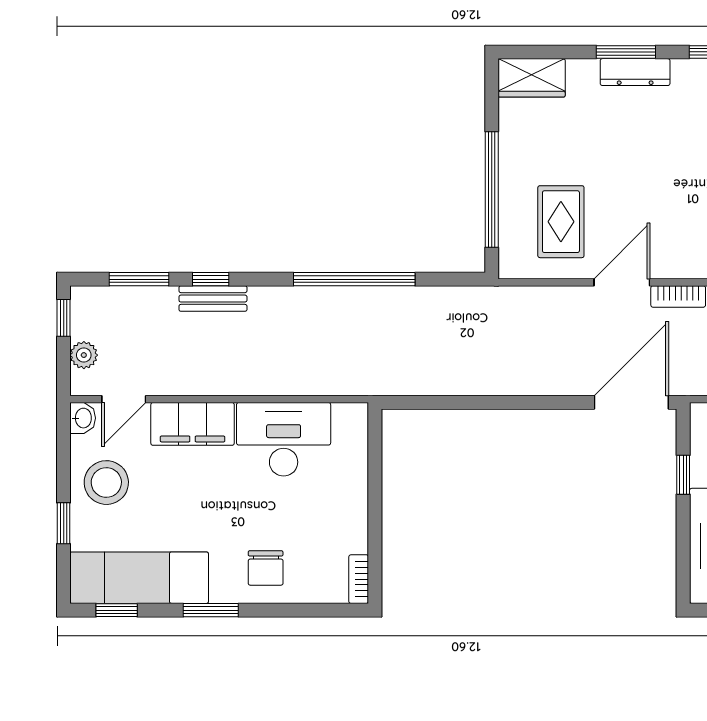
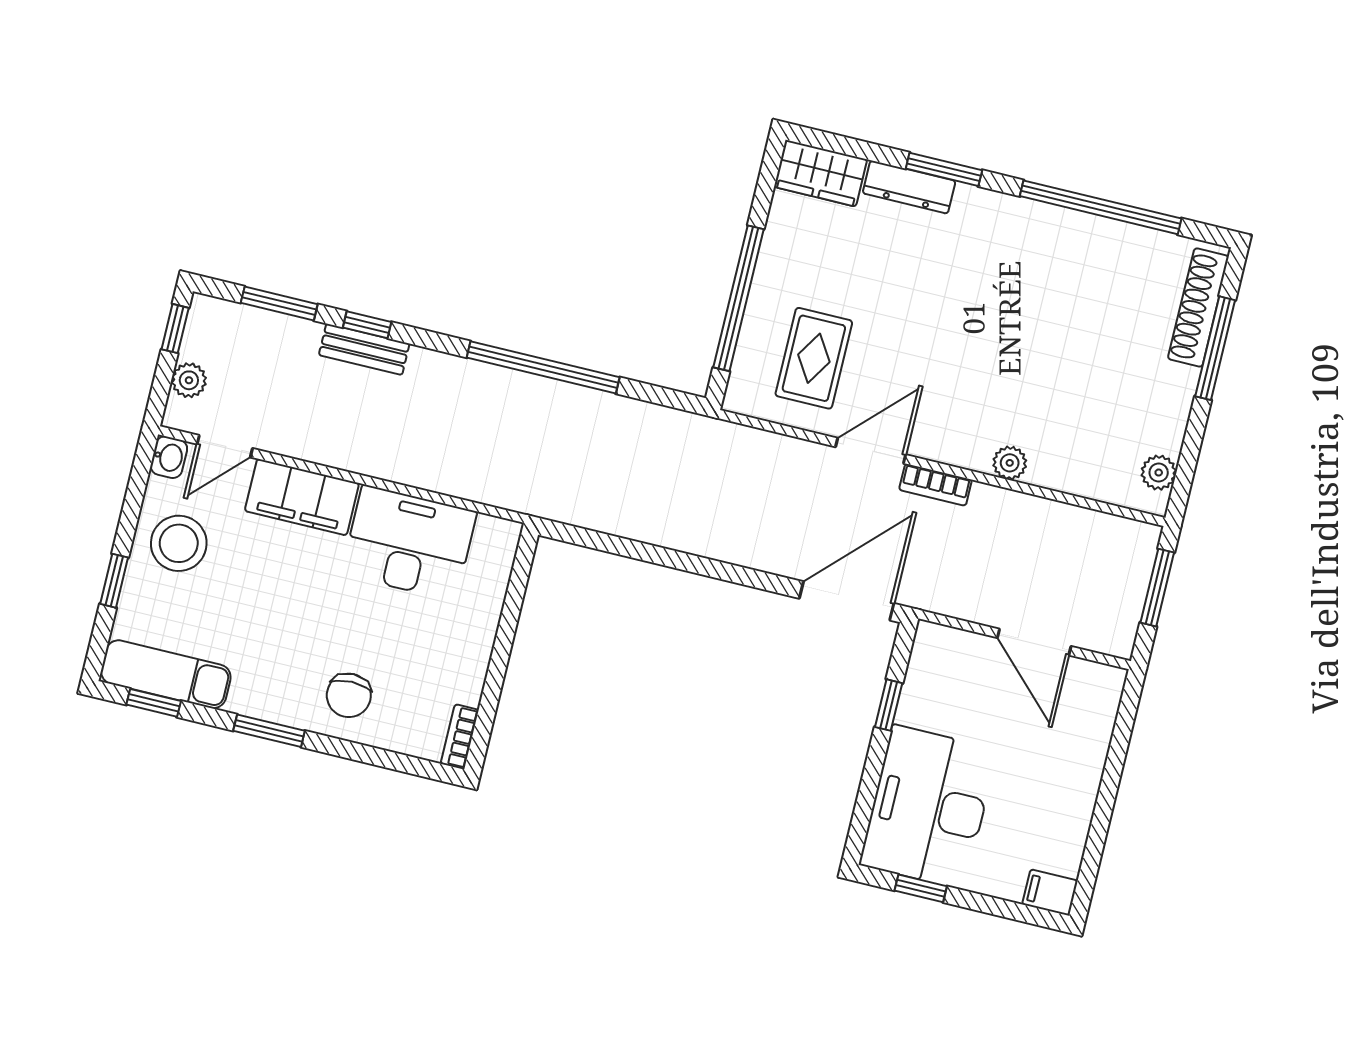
dresser: (635, 72) -> (909, 187), moved
exam couch: (139, 578) -> (166, 674), width x0.73, depth x0.69

